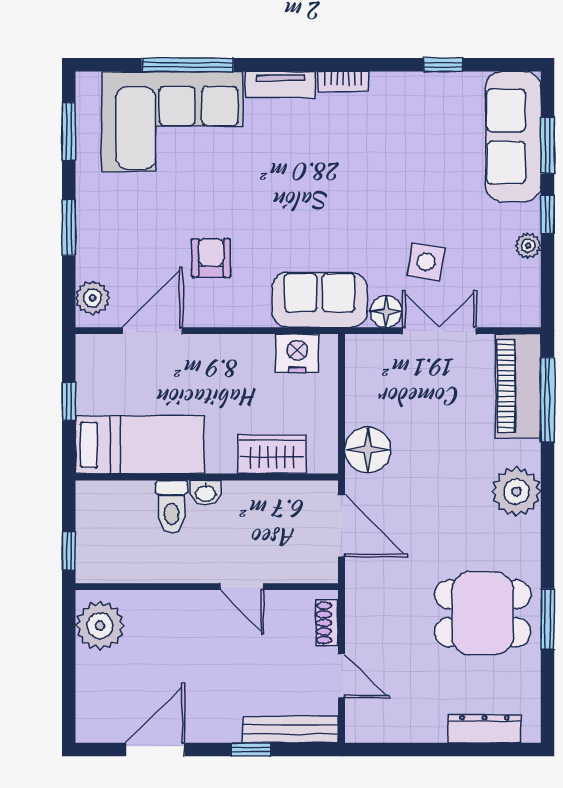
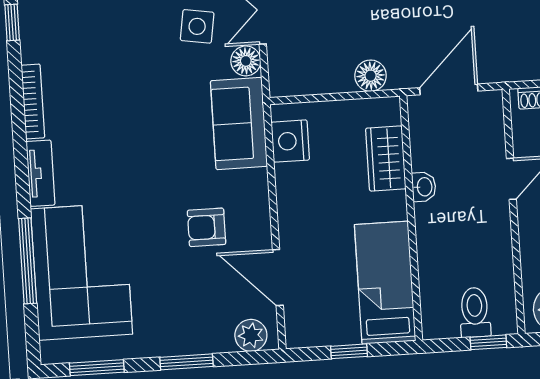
bookcase: (343, 81) -> (33, 101), width x1.56
floor lamp: (368, 450) -> (371, 76), width x0.73, depth x0.73
washbasin: (206, 493) -> (424, 187), moved
toilet: (172, 507) -> (475, 312), moved, turned -90

